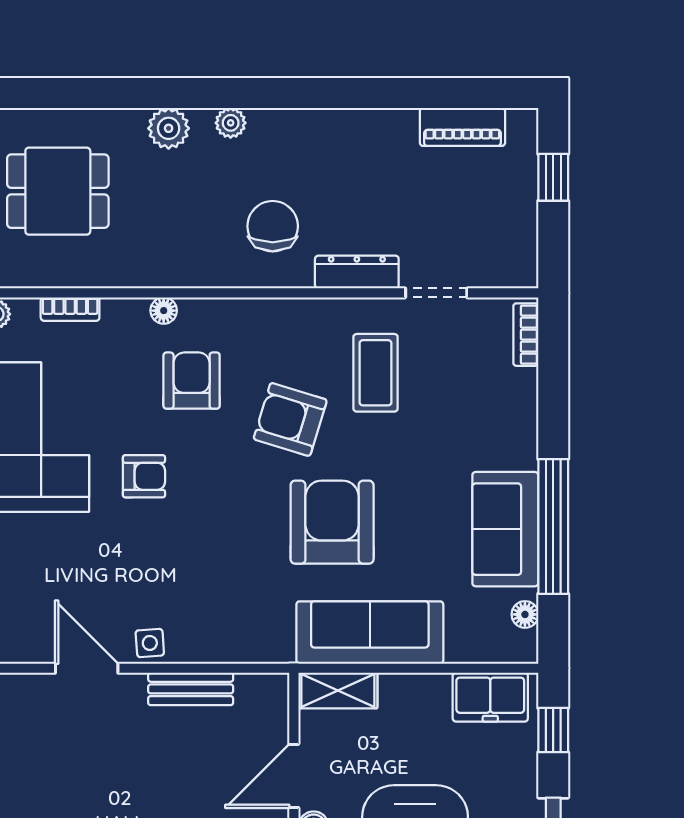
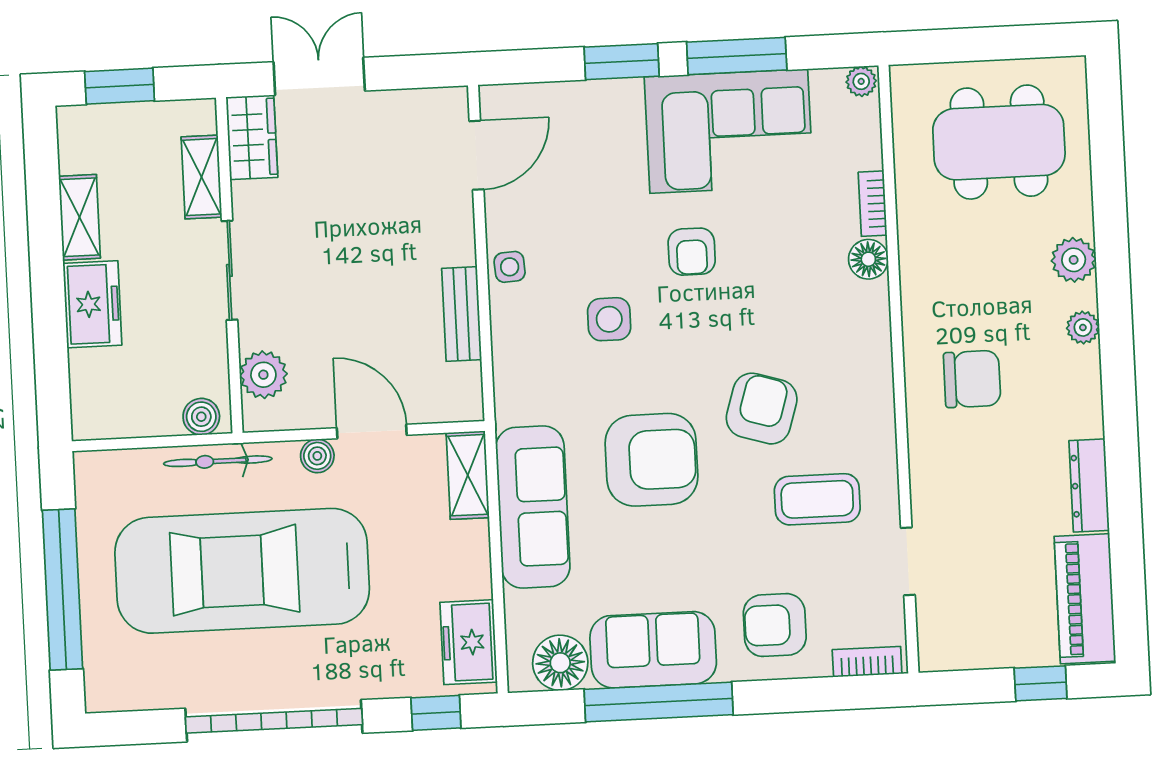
piano: (462, 127) -> (1085, 599), width x1.37, depth x1.33
dining table: (58, 191) -> (999, 142), width x1.38
dresser: (357, 272) -> (1089, 485), moved, turned 180
bookcase: (70, 309) -> (873, 204), moved
floor lamp: (164, 311) -> (868, 259), width x1.37, depth x1.37
armchair: (192, 381) -> (775, 625), moved, turned 180
side table: (202, 555) -> (609, 319), added
floor lamp: (525, 614) -> (560, 663), width x1.89, depth x1.89
door: (87, 668) -> (476, 155), moved

